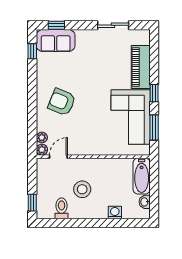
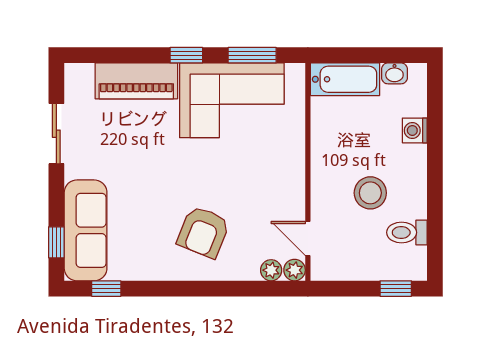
sofa: (56, 40) -> (86, 230), width x1.36

